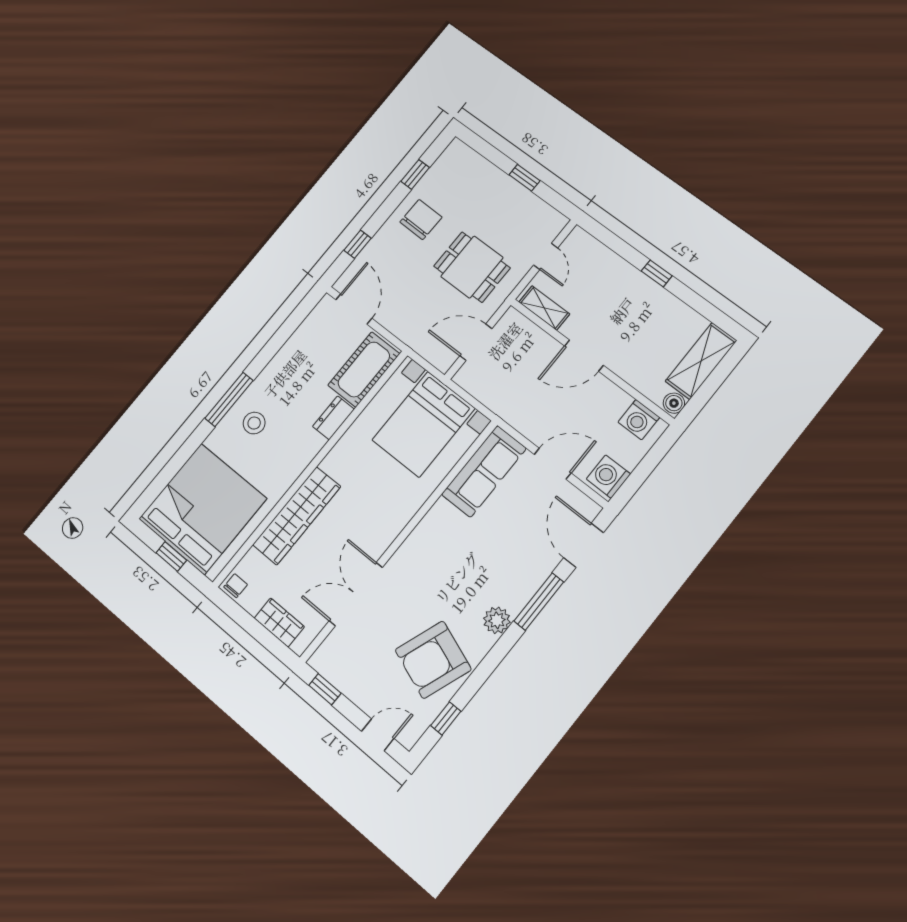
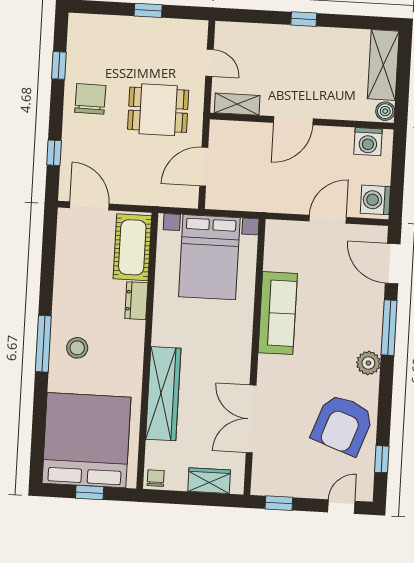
sofa: (484, 471) -> (278, 313), moved

